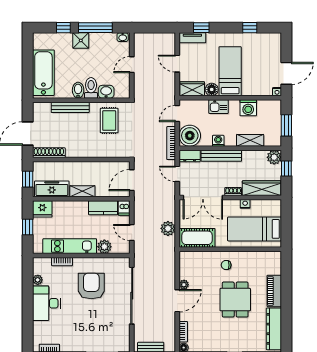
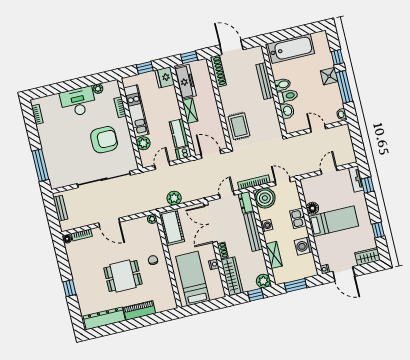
wardrobe: (192, 89) -> (368, 256), moved, turned -90
rug: (109, 121) -> (239, 126), moved, turned 90
plant: (184, 285) -> (152, 219), moved

